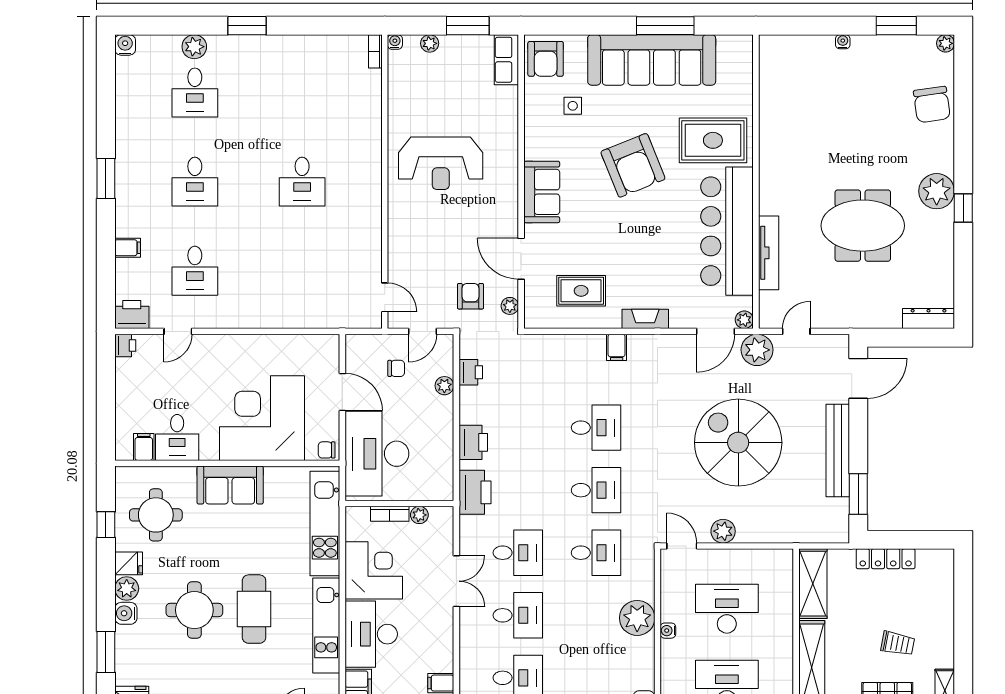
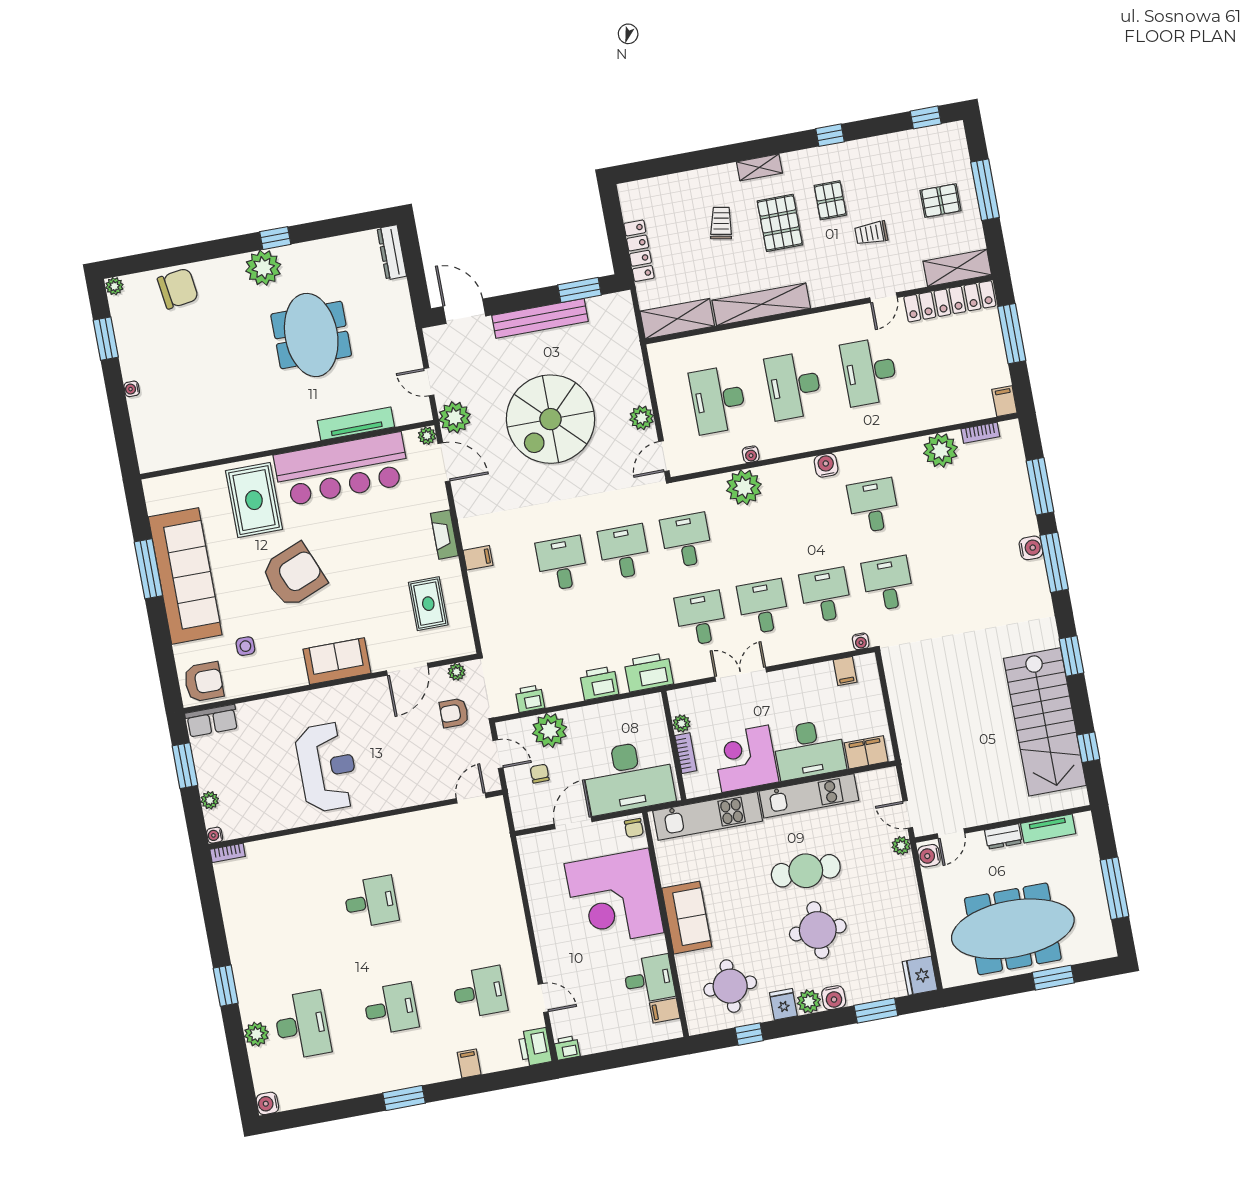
desk: (195, 93) -> (302, 1025), width x1.37
plant: (444, 386) -> (550, 730), width x1.88, depth x1.88

